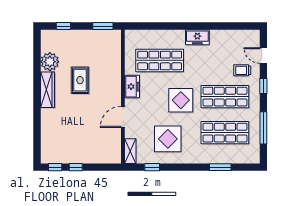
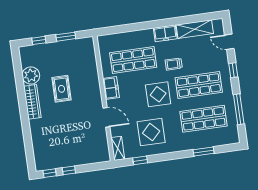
window: (103, 26) -> (66, 37), moved
shelving: (229, 37) -> (195, 29), added
trolley: (242, 70) -> (174, 64), moved
door: (123, 117) -> (106, 117), swing flipped

